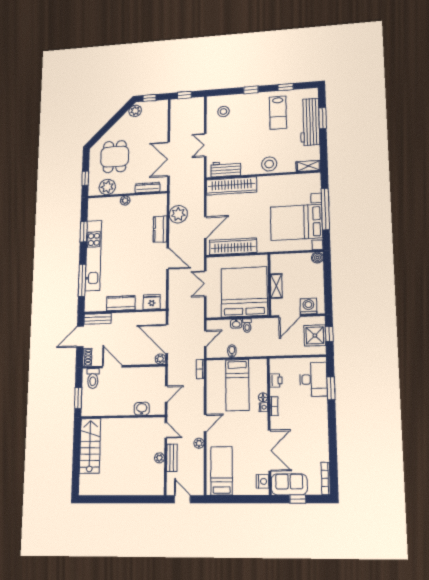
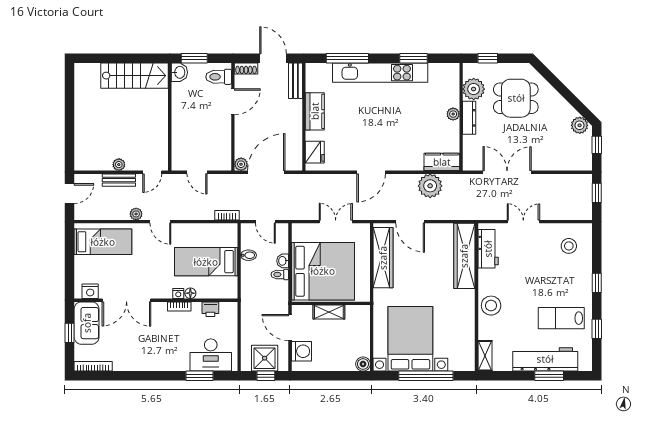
dresser: (148, 188) -> (469, 118), moved
kitchen counter: (160, 229) -> (442, 162), moved
washbasin: (142, 409) -> (179, 72), moved

